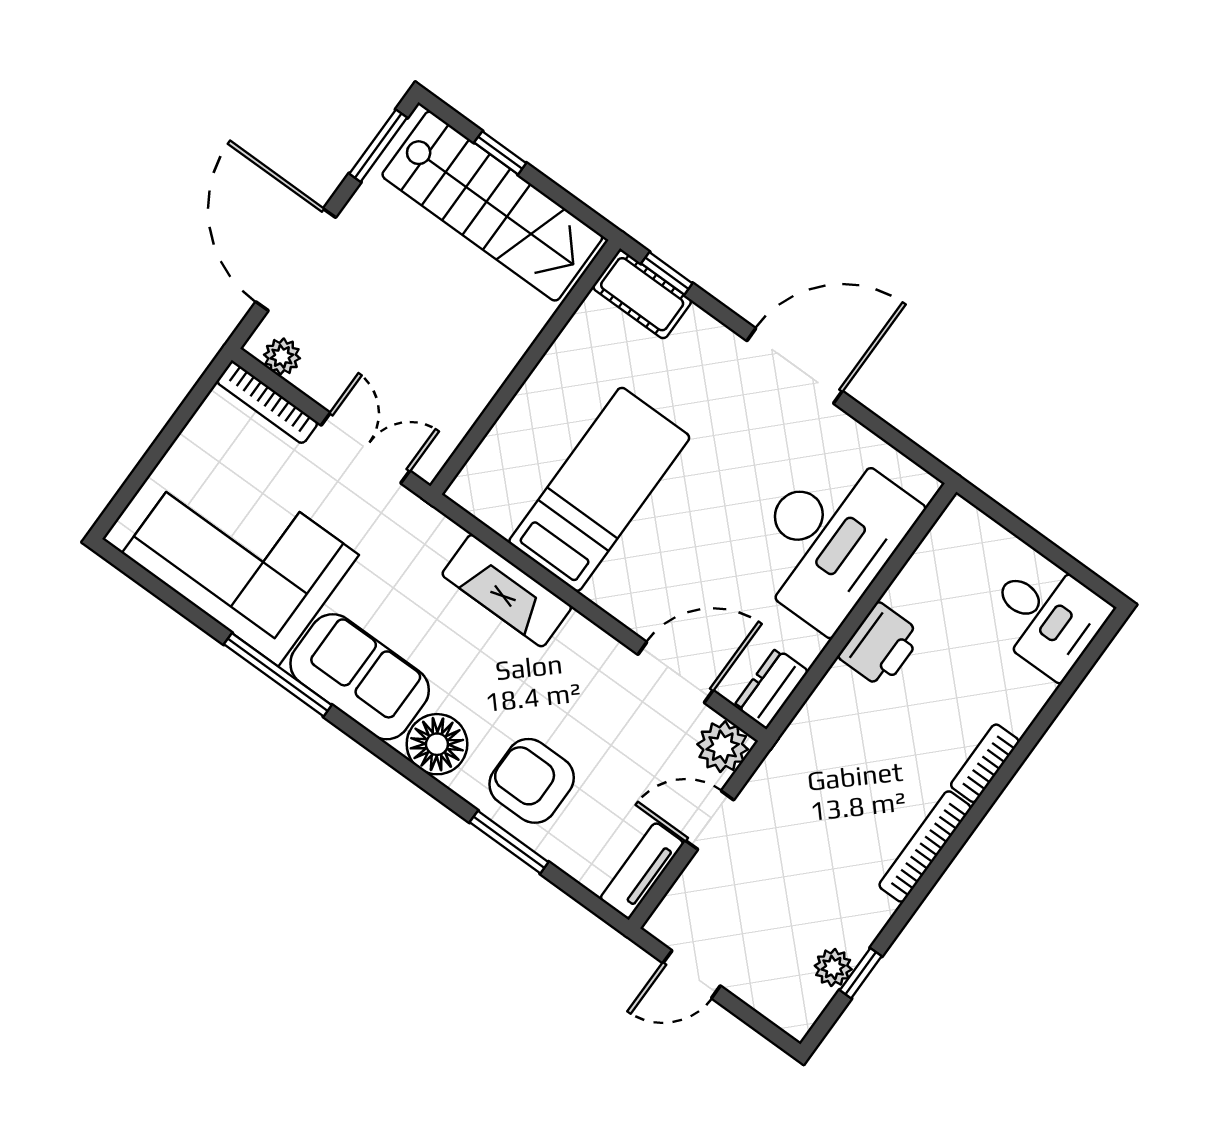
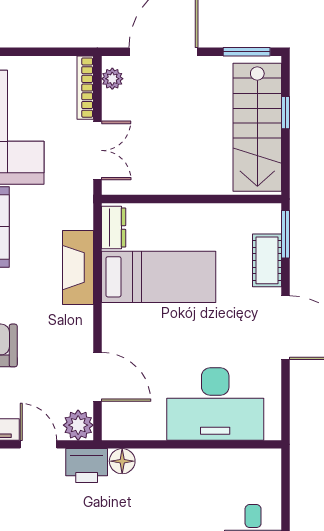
window: (667, 273) -> (286, 234), width x1.50
cot: (642, 294) -> (267, 260), moved
printer: (880, 645) -> (87, 466), moved
dresser: (771, 688) -> (114, 228), moved, turned 90
floor lamp: (816, 722) -> (122, 461), added

